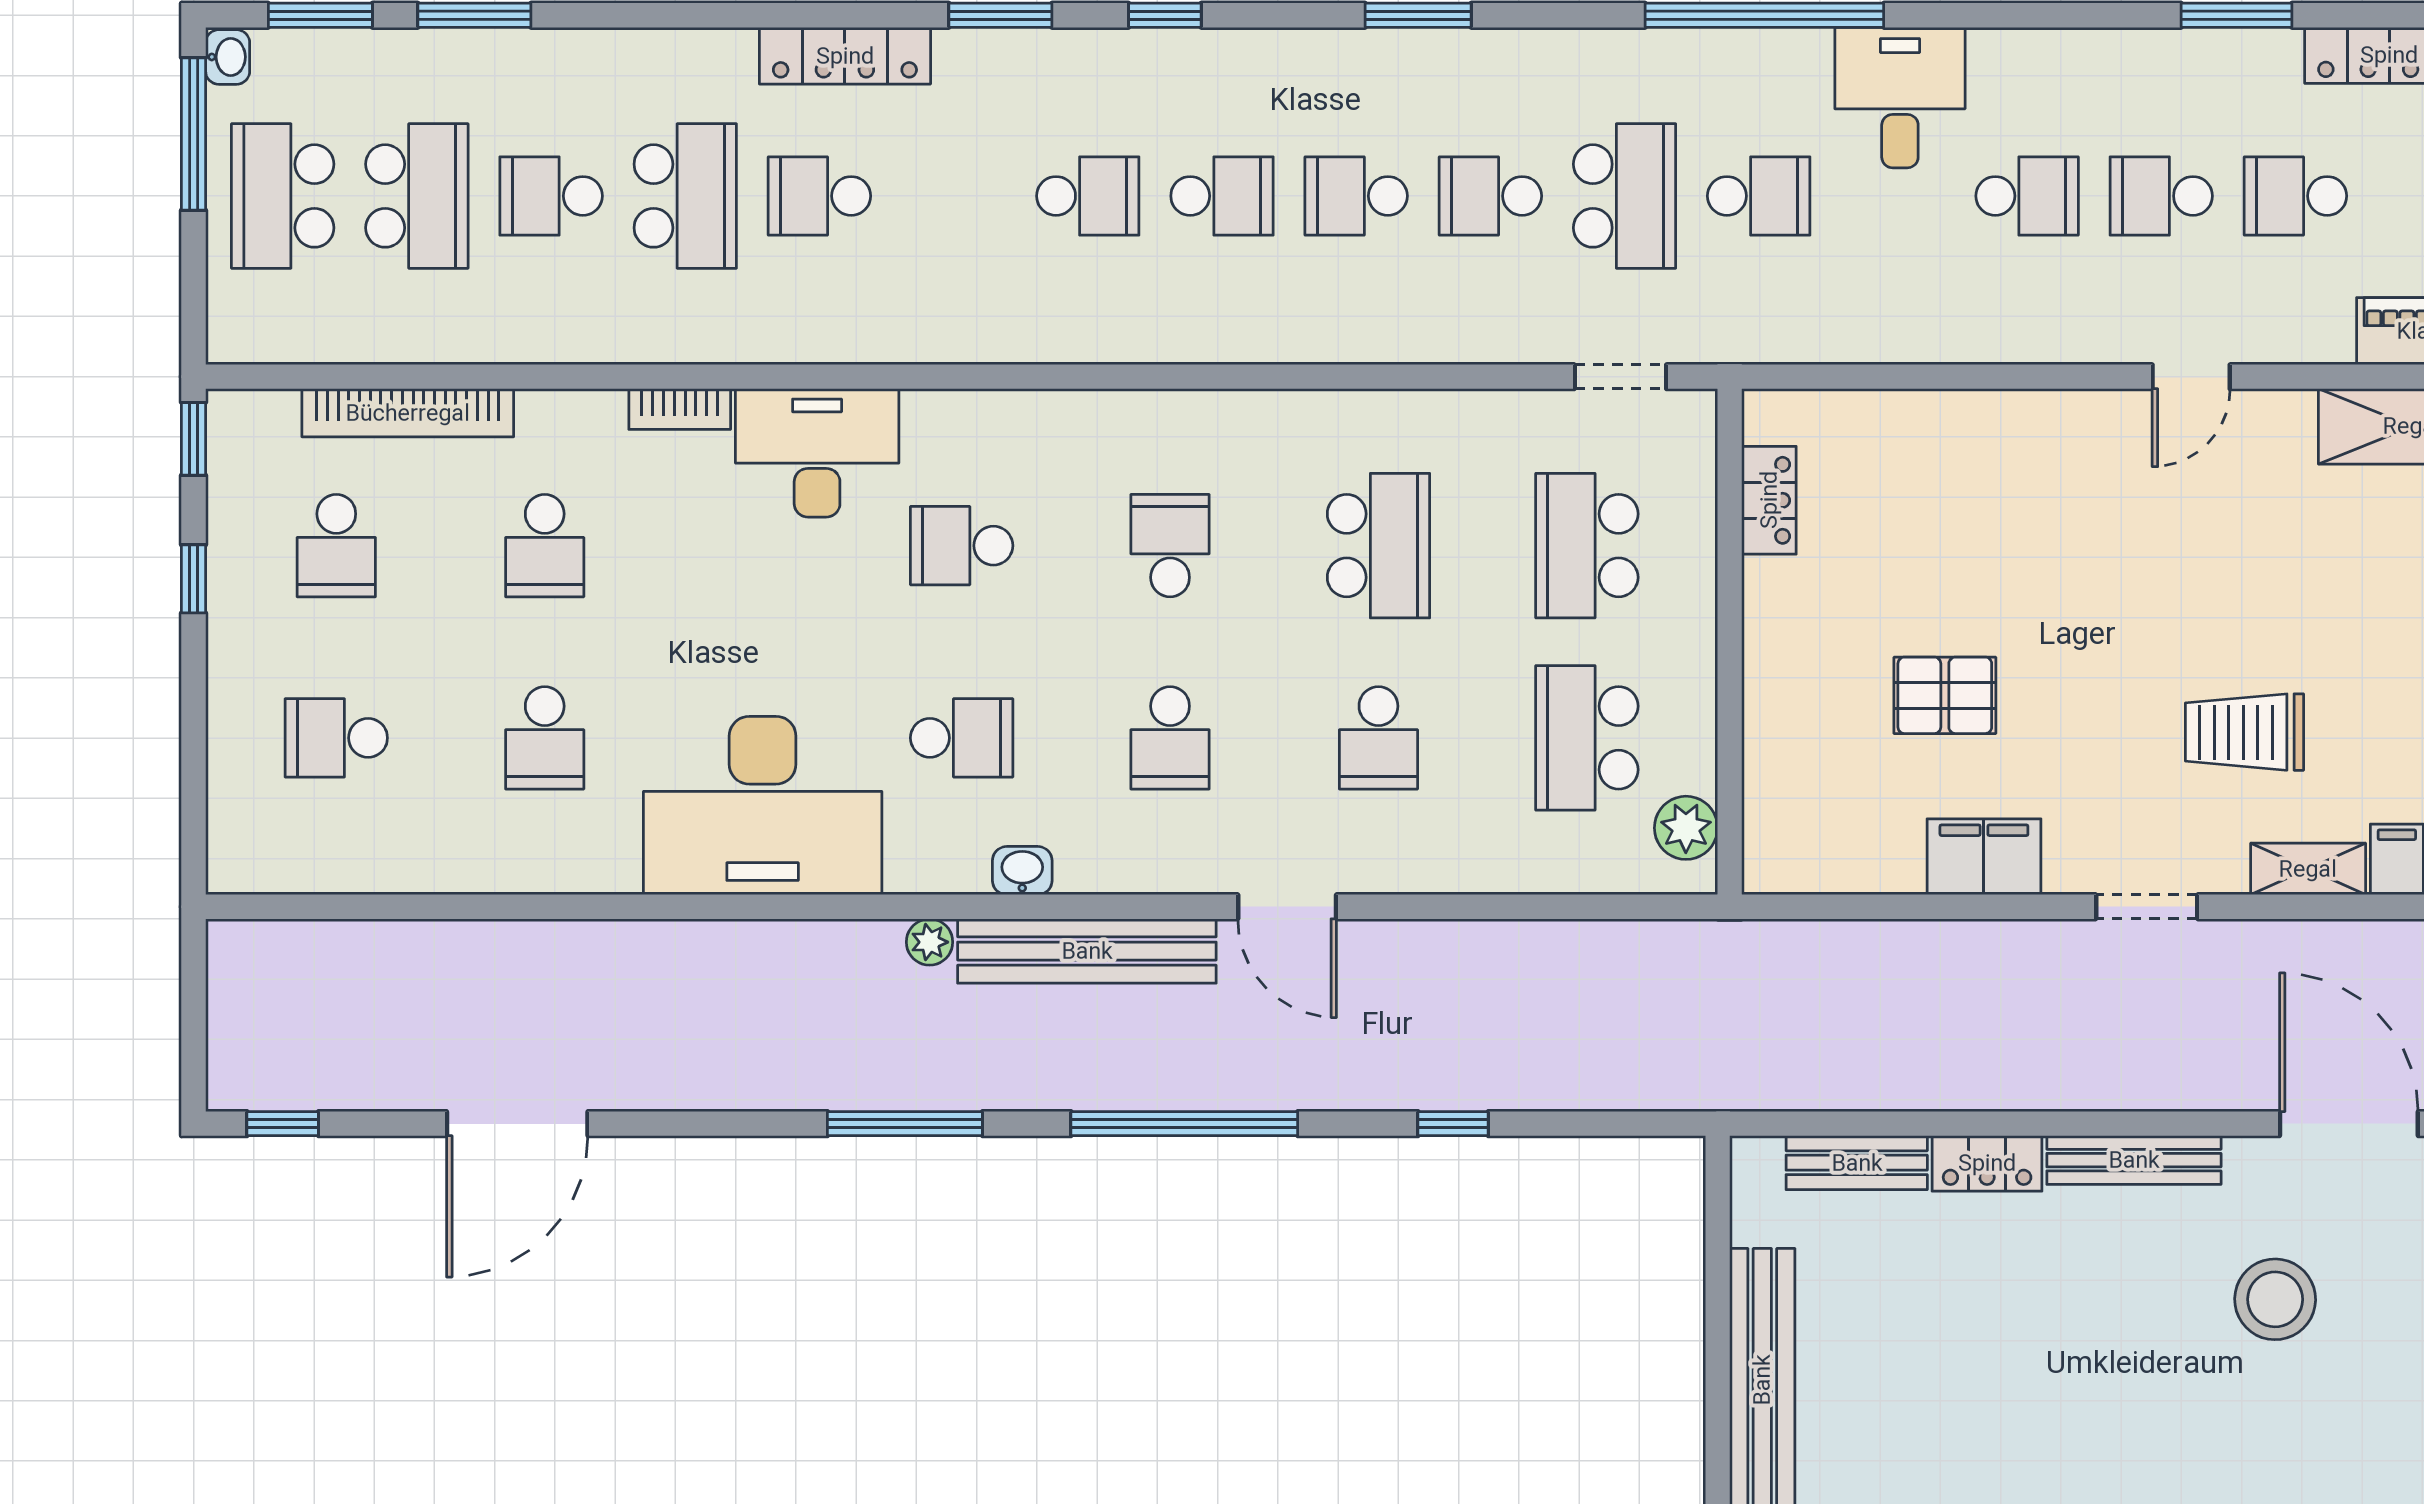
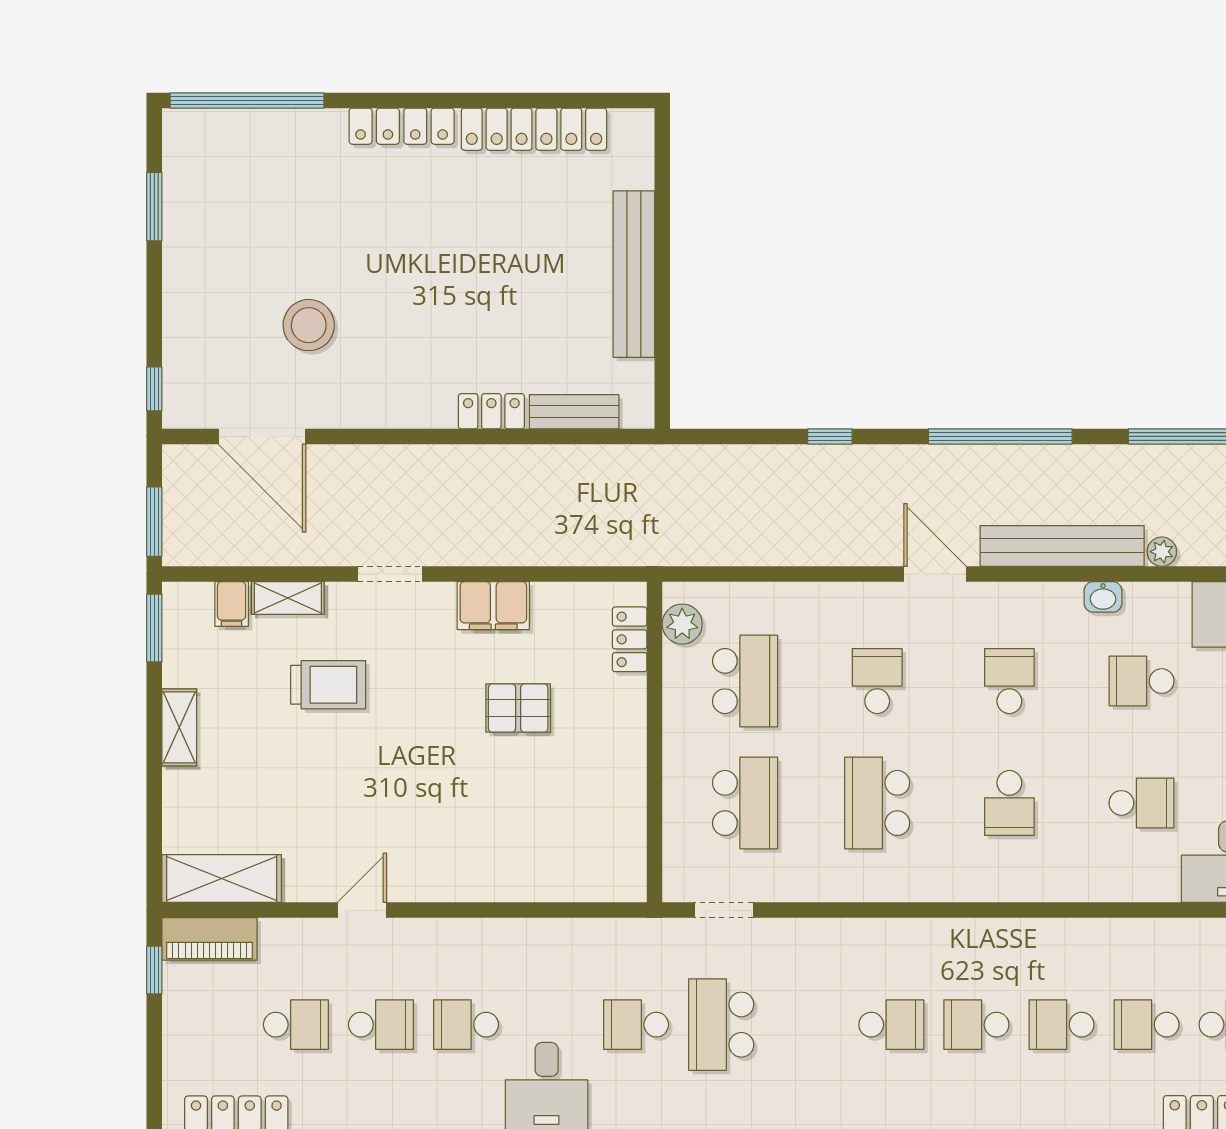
school desk: (1490, 196) -> (1147, 1025), moved, turned 180
locker: (1769, 500) -> (630, 639), moved
bench: (2134, 1160) -> (398, 413), removed

